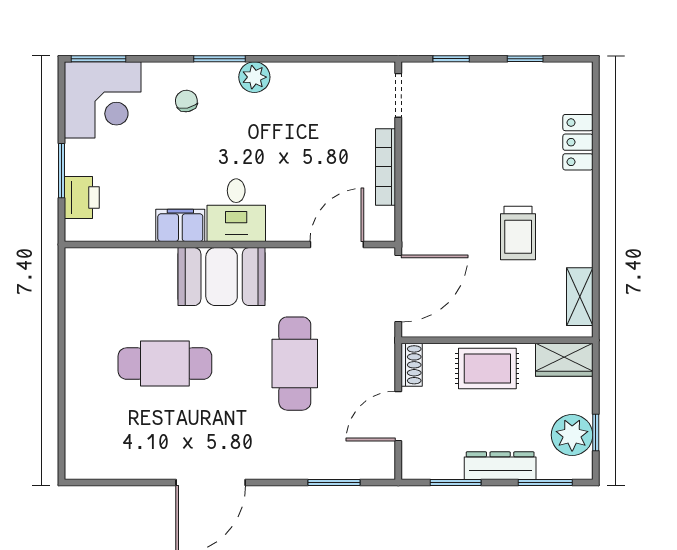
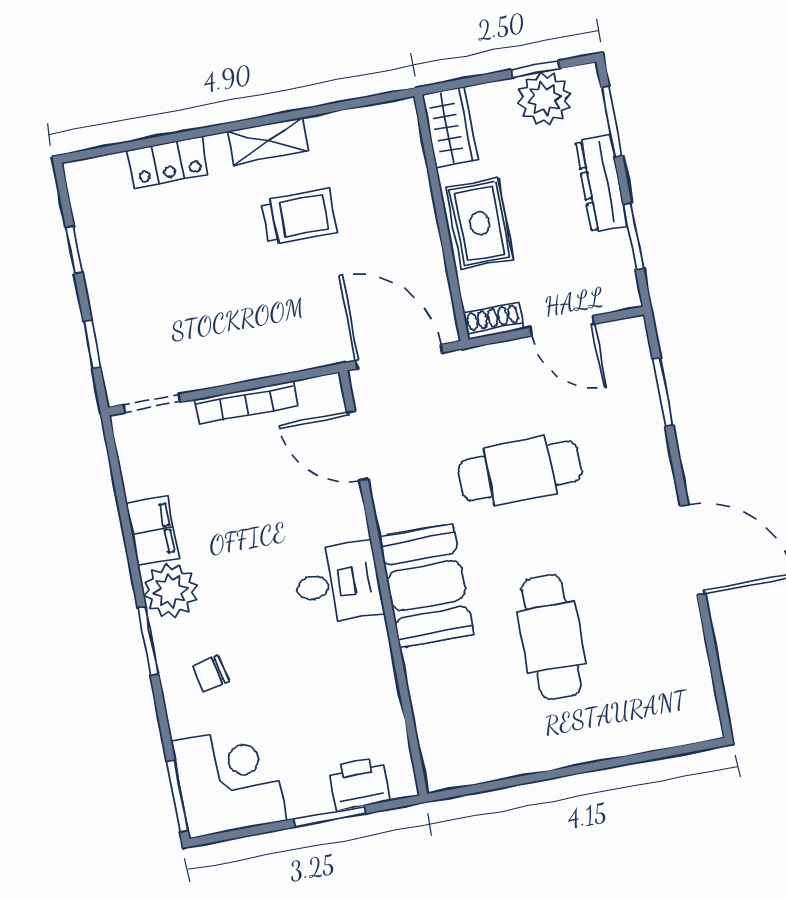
plant: (254, 77) -> (170, 591), width x1.36, depth x1.36
filing cabinet: (180, 225) -> (153, 531), moved, turned 180
shelving: (580, 297) -> (268, 141), moved

